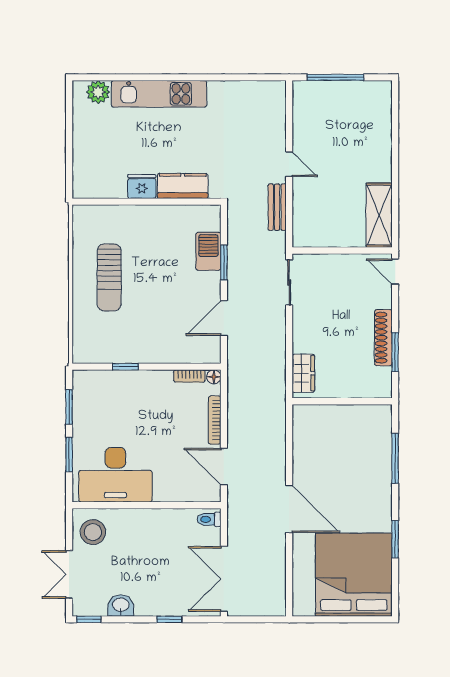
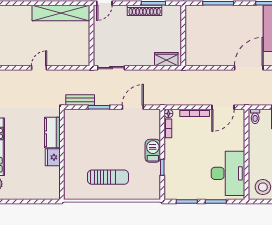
bench: (277, 207) -> (80, 100), moved
shelving: (379, 215) -> (61, 13), width x1.47
barbecue: (208, 251) -> (153, 151), moved, turned 90
door: (224, 318) -> (133, 107), swing flipped

